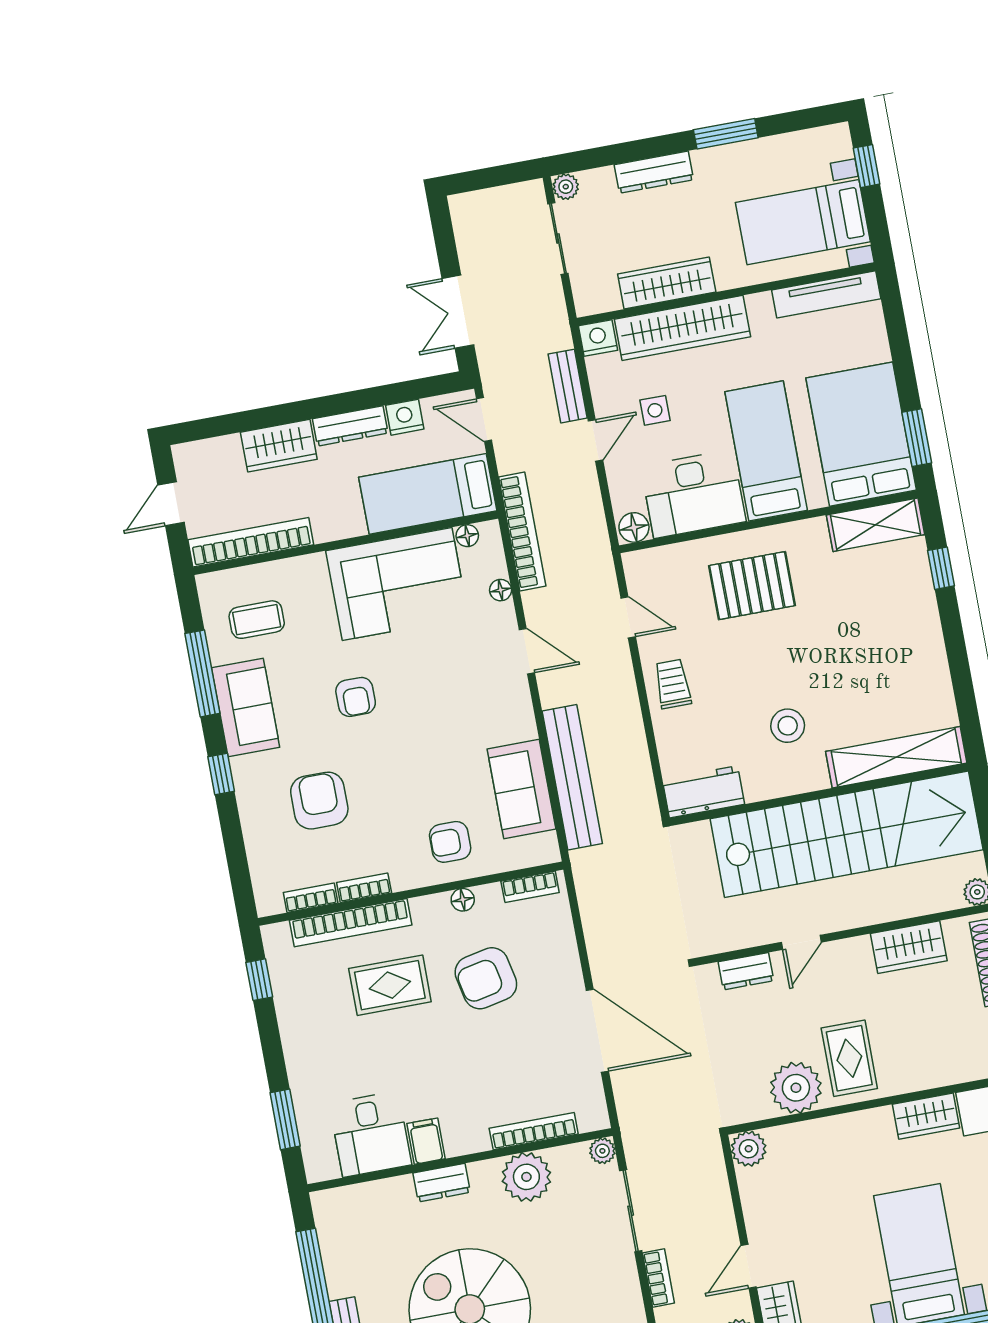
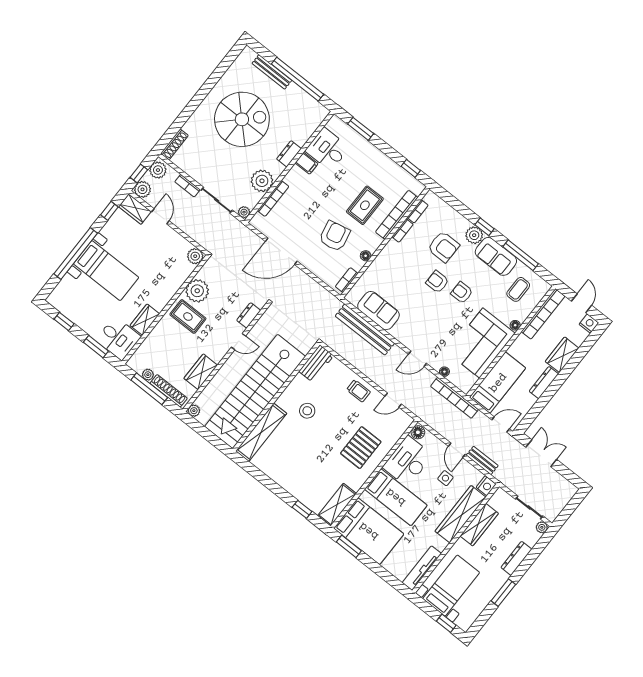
nightstand: (405, 417) -> (589, 324), moved, turned -90
floor lamp: (467, 536) -> (515, 325), moved
plant: (251, 775) -> (474, 235), added
armchair: (450, 842) -> (437, 282), moved, turned -90
door: (801, 942) -> (238, 342), swing flipped

